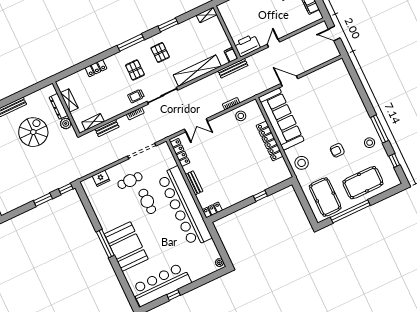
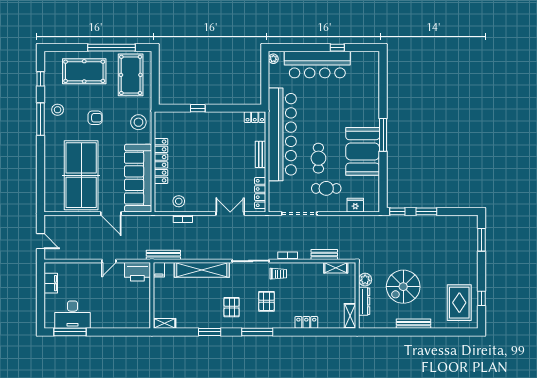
shelving: (69, 100) -> (350, 316), moved
table tennis table: (327, 100) -> (81, 175), added
booth: (126, 247) -> (363, 151), moved
bar counter: (161, 285) -> (317, 65), moved

